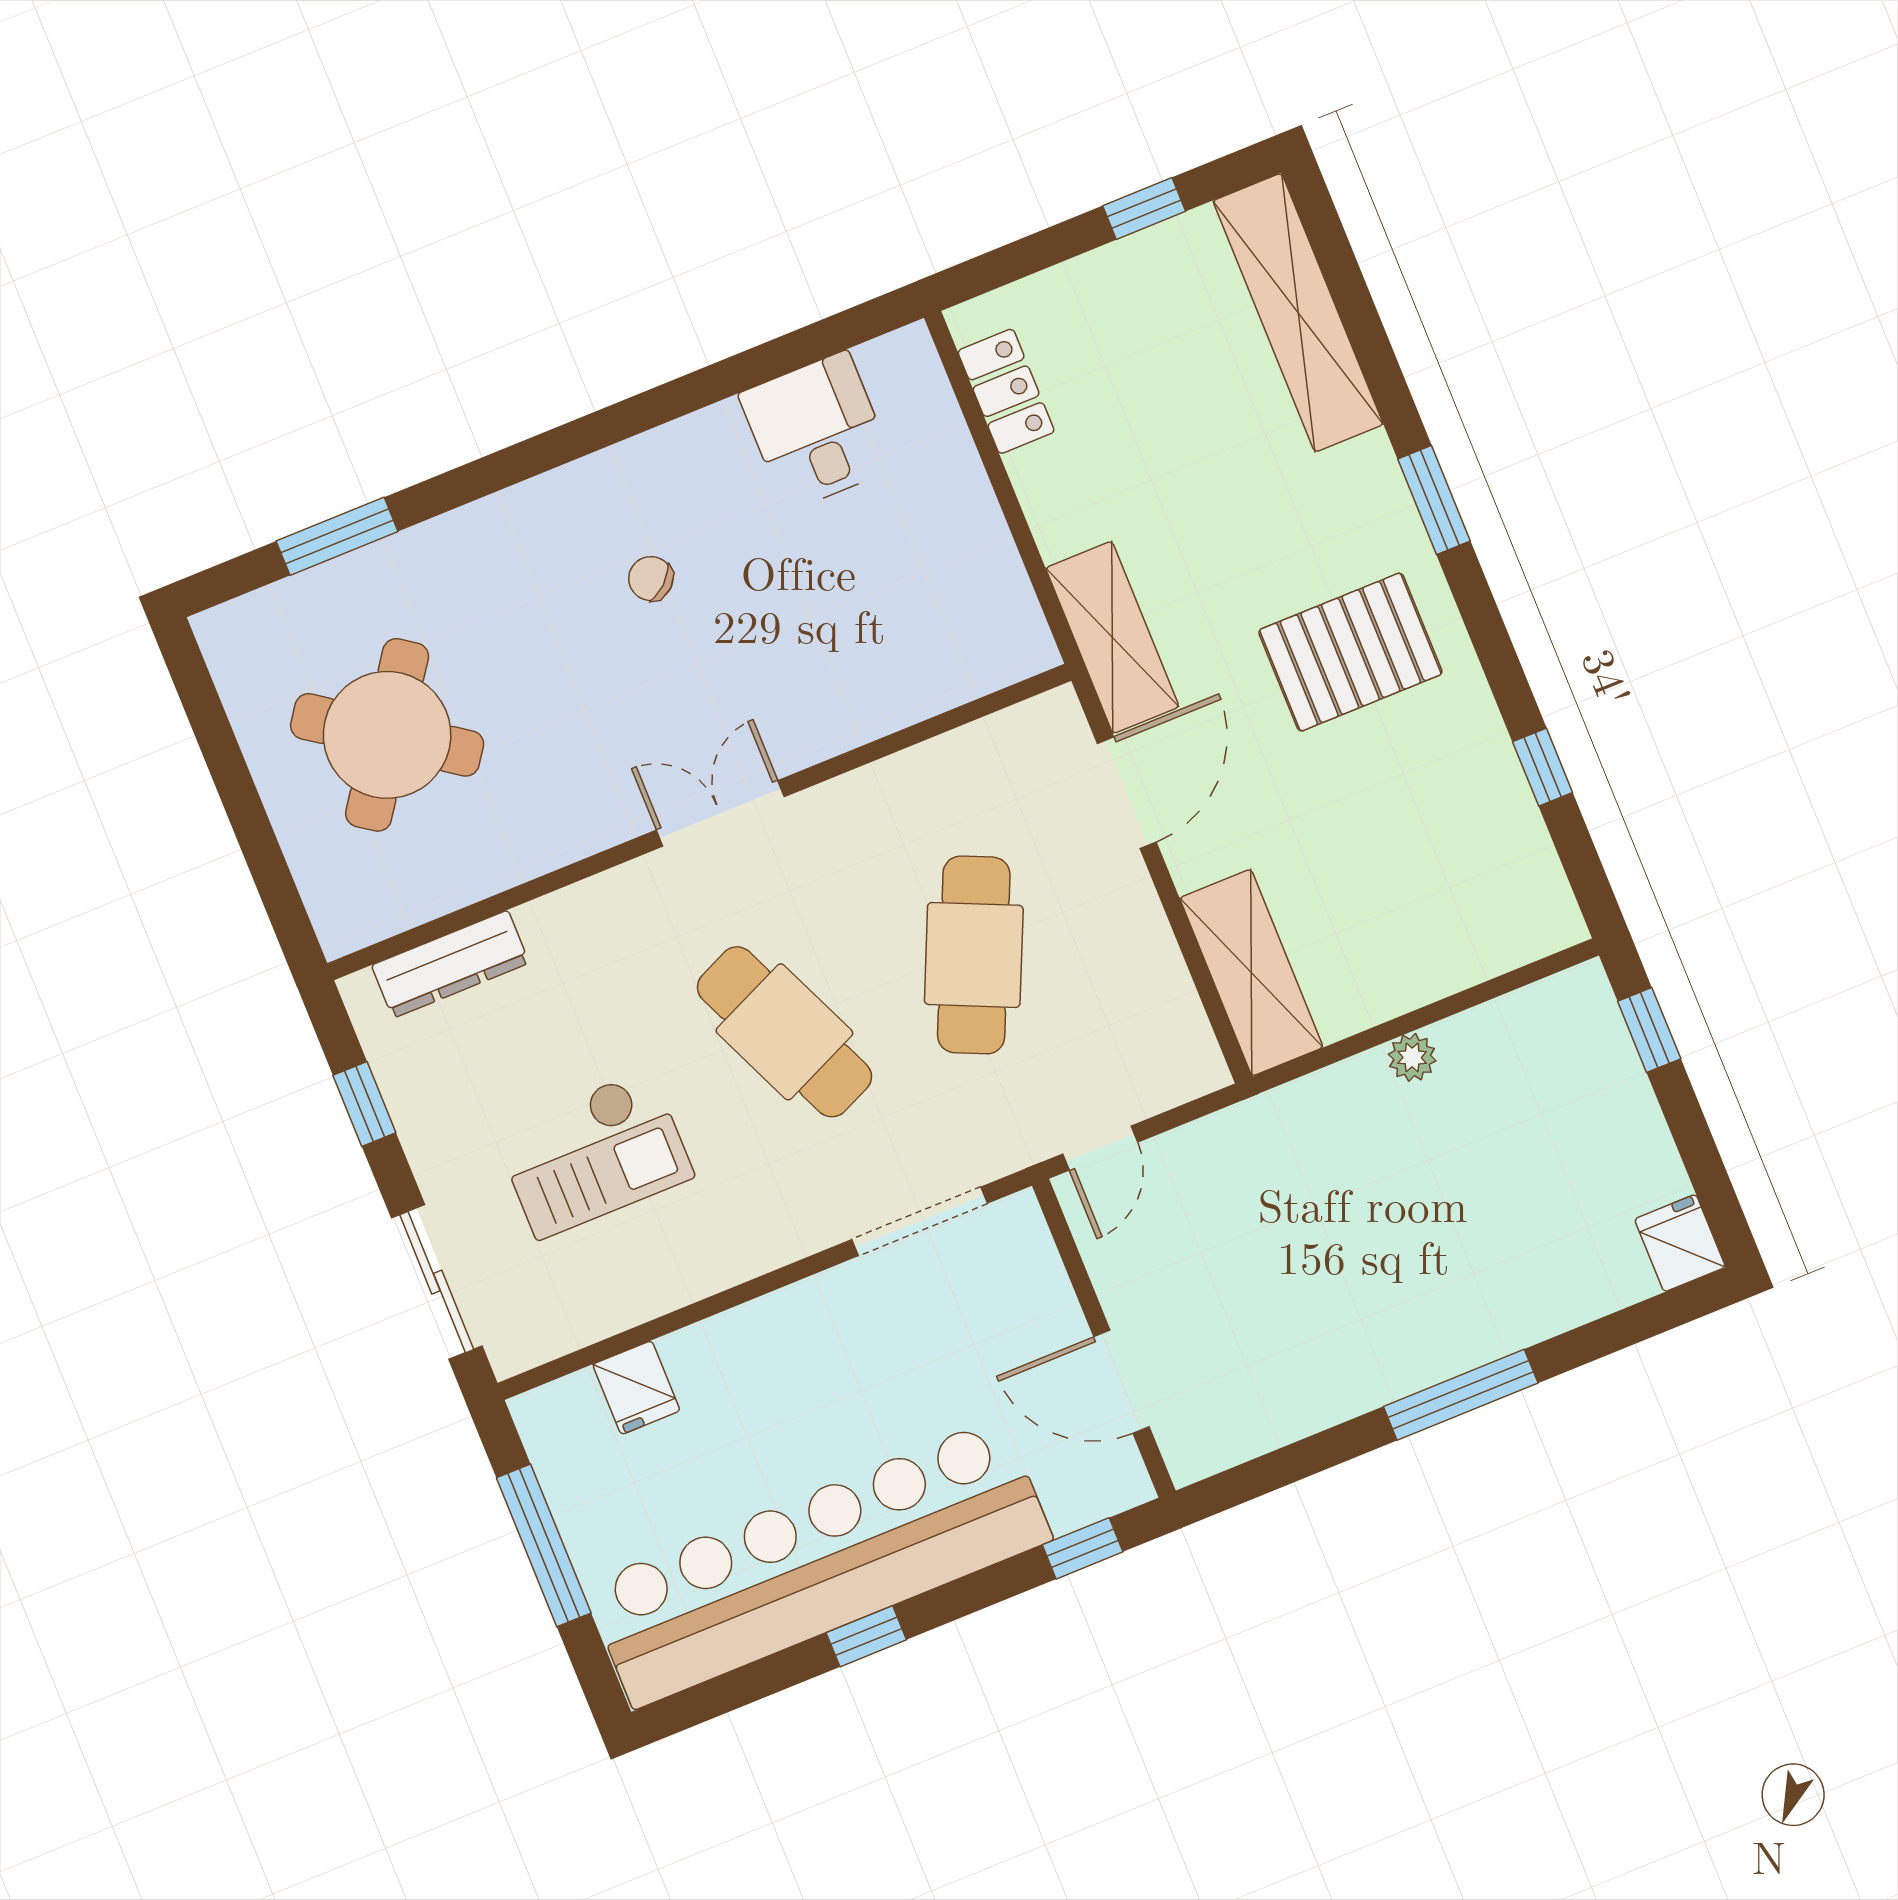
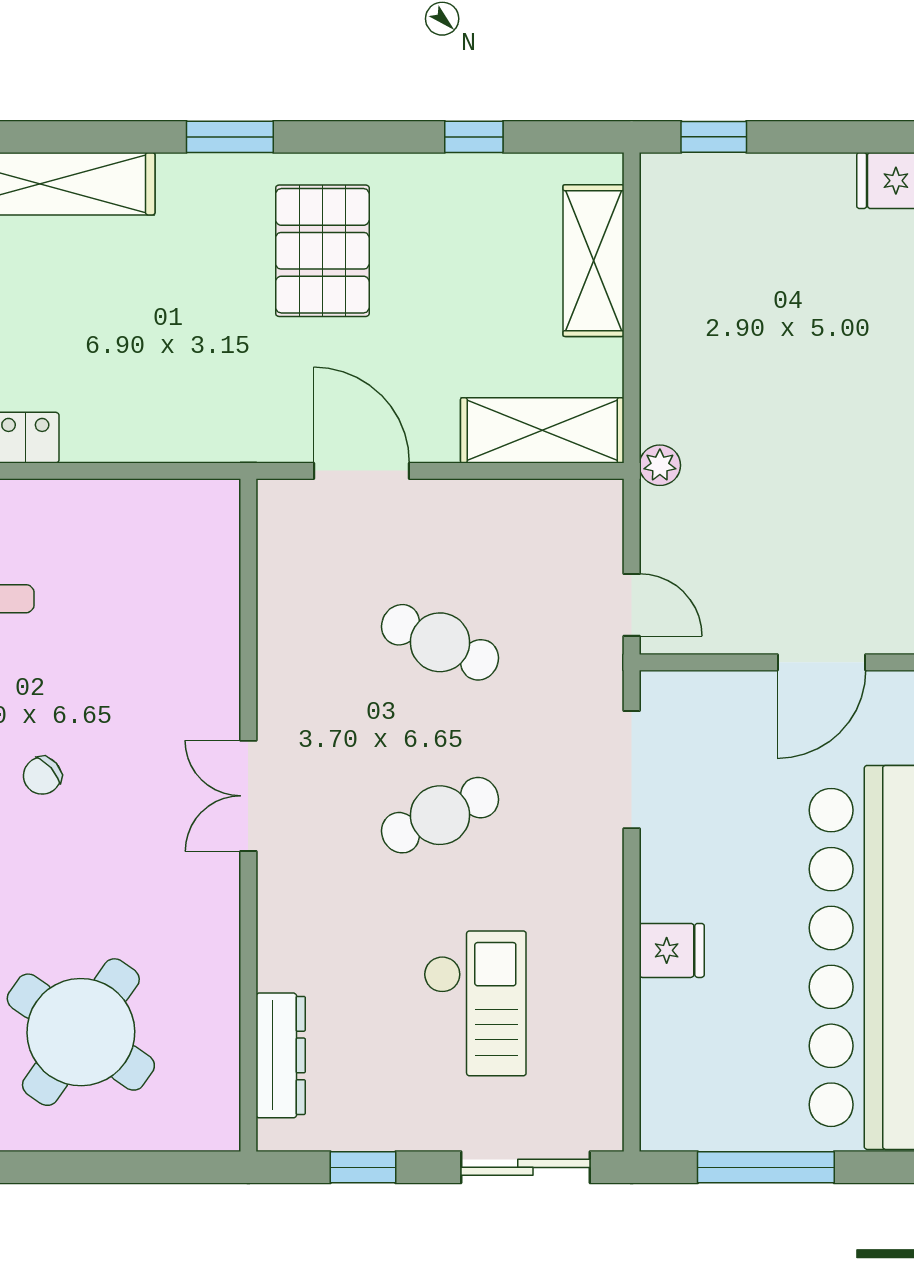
shelving: (1112, 637) -> (593, 261), moved, turned 90
cafe table: (974, 955) -> (440, 642), width x0.73, depth x0.74
cafe table: (784, 1032) -> (440, 815), width x0.73, depth x0.74
plant: (1412, 1057) -> (660, 465), moved
fridge: (636, 1388) -> (672, 950), moved

